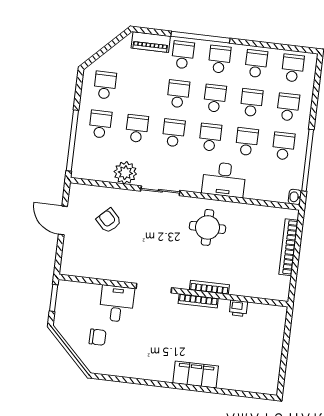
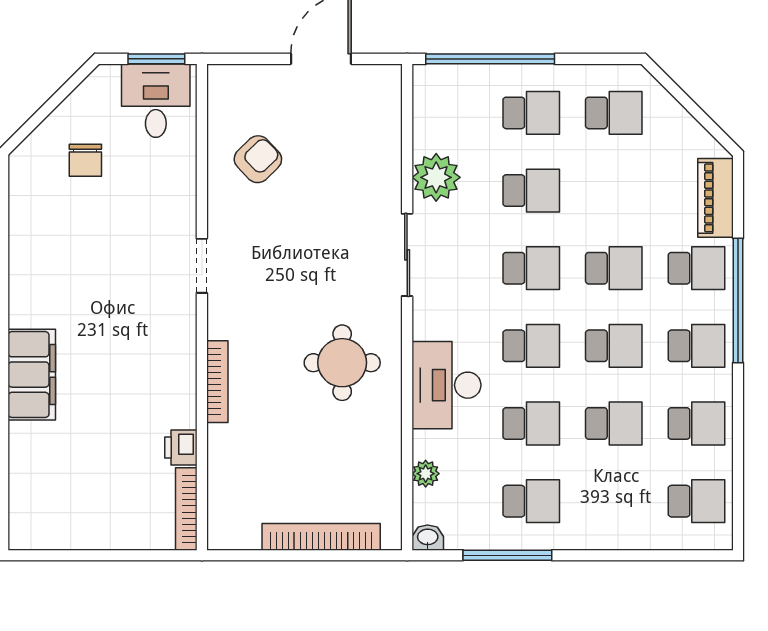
school desk: (288, 107) -> (614, 501), removed
window: (308, 160) -> (507, 555), width x0.68
plant: (265, 194) -> (426, 474), added
armchair: (109, 221) -> (258, 159), moved
doorway: (154, 288) -> (202, 266), width x0.73
bookcase: (198, 301) -> (186, 509), moved
desk: (117, 304) -> (156, 101), moved, turned -90

